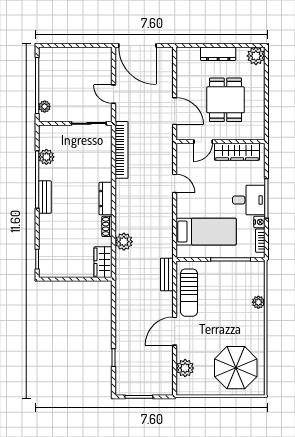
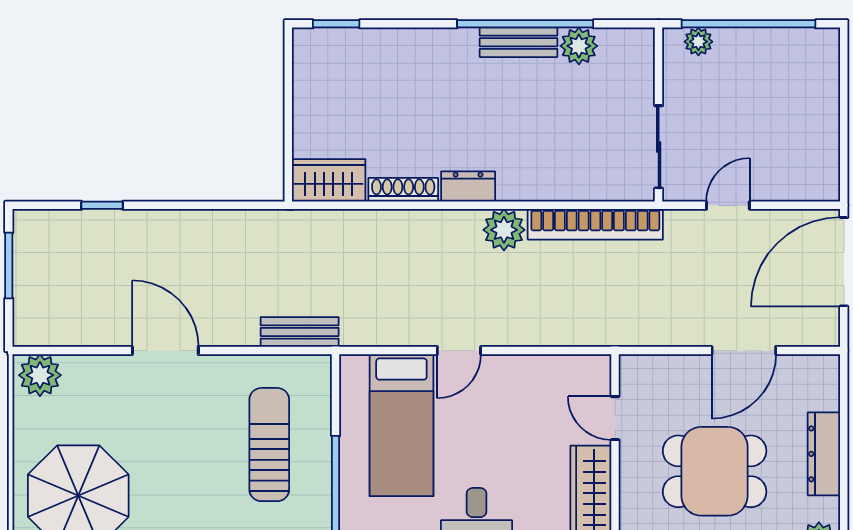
door: (175, 111) -> (744, 350), moved
door: (175, 183) -> (459, 350), moved
bench: (45, 197) -> (519, 42), moved
dresser: (106, 199) -> (468, 186), width x0.70
shoe rack: (107, 226) -> (403, 190), width x1.43
plant: (124, 242) -> (504, 230), moved
sun lounger: (189, 293) -> (269, 445), moved, turned 90
plant: (185, 368) -> (40, 375), moved

